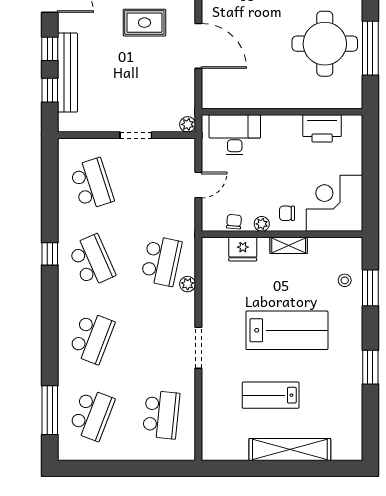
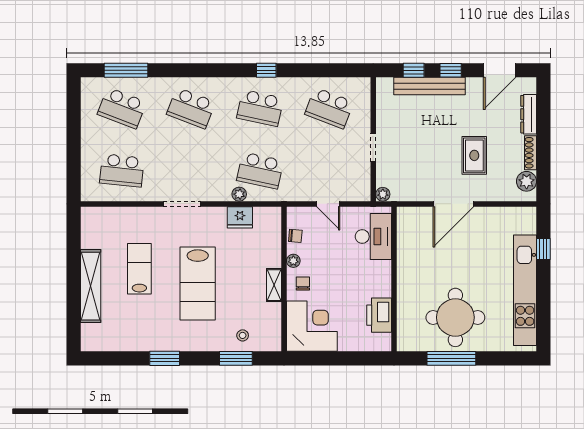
school desk: (92, 184) -> (329, 108), turned 39
fridge: (243, 249) -> (240, 217), moved, turned -90
school desk: (92, 261) -> (260, 108), turned 36

